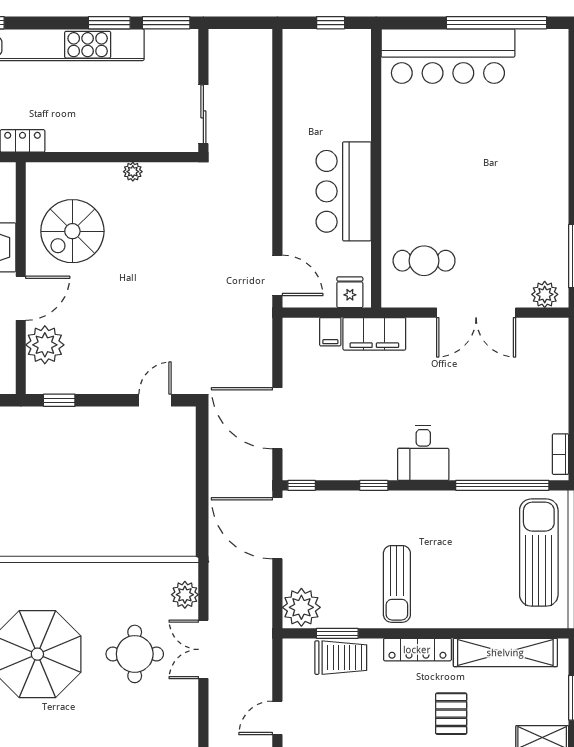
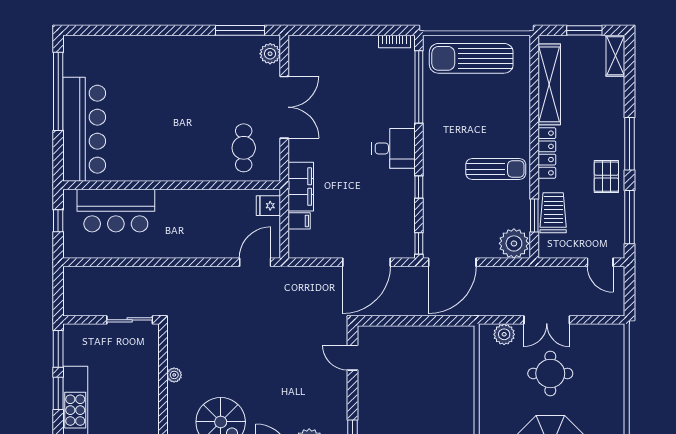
bar counter: (344, 191) -> (116, 211), moved
pallet: (451, 714) -> (606, 177), moved, turned 90

